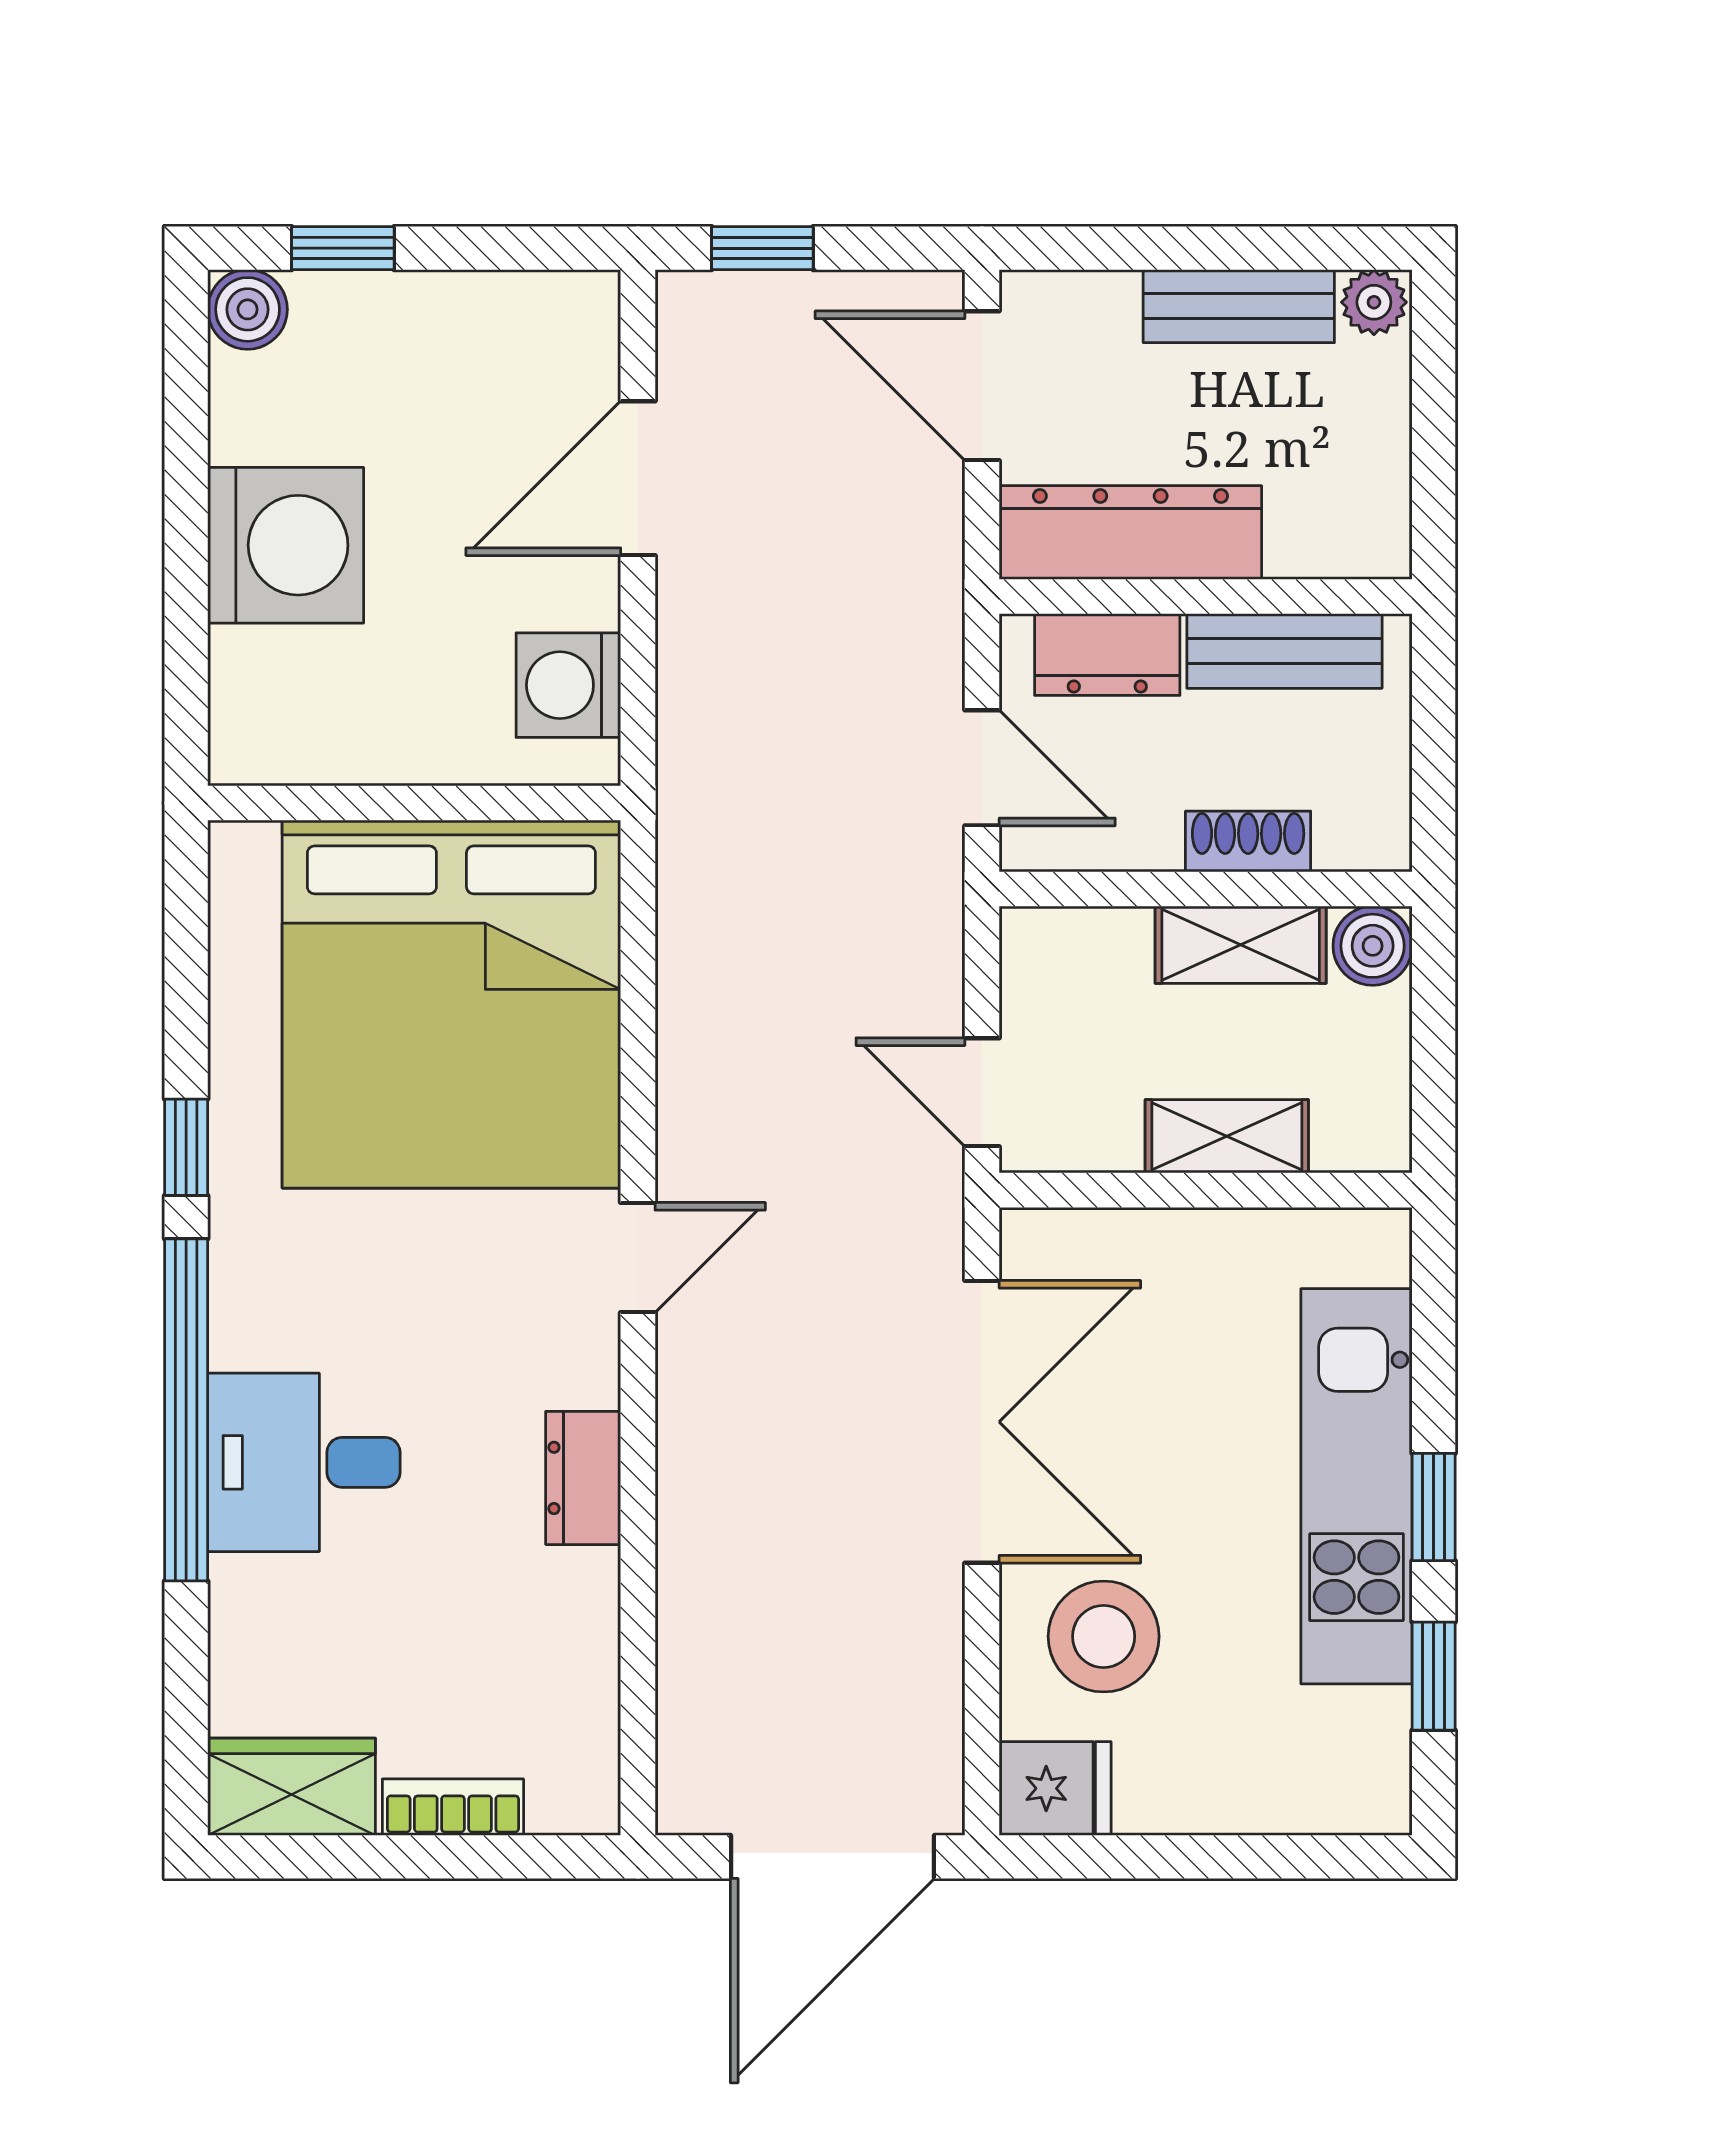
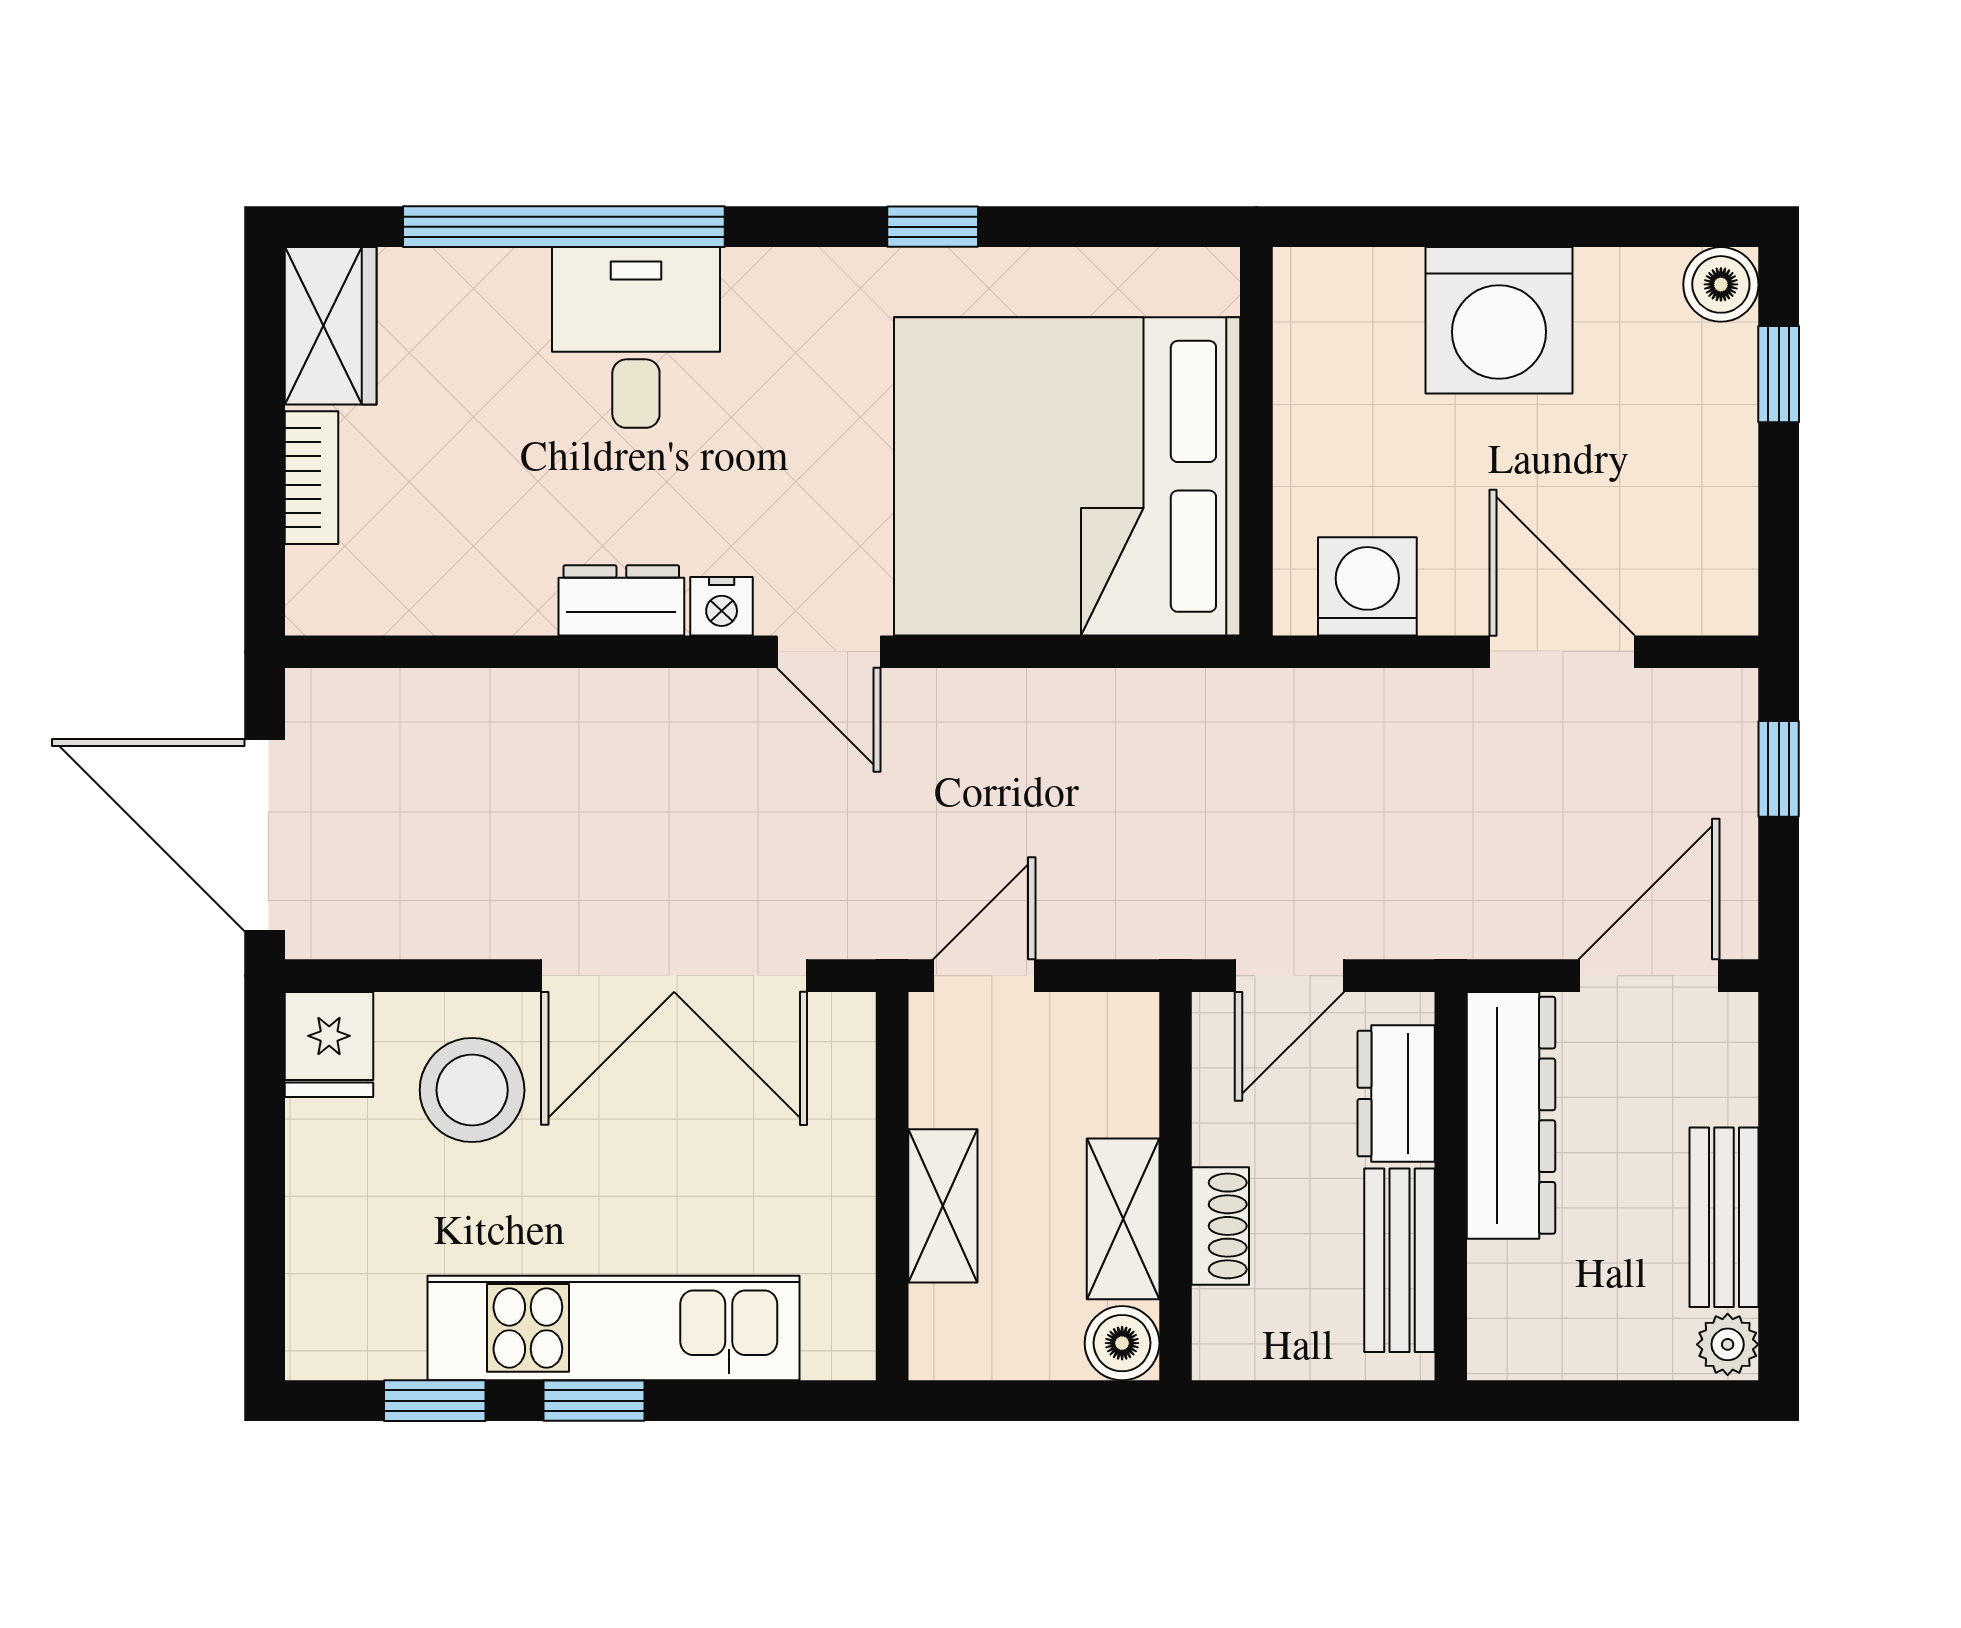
nightstand: (589, 1371) -> (722, 606), added
window: (186, 1410) -> (564, 227), moved

